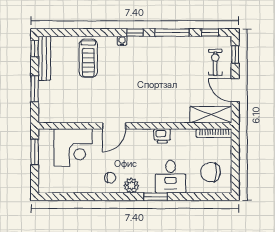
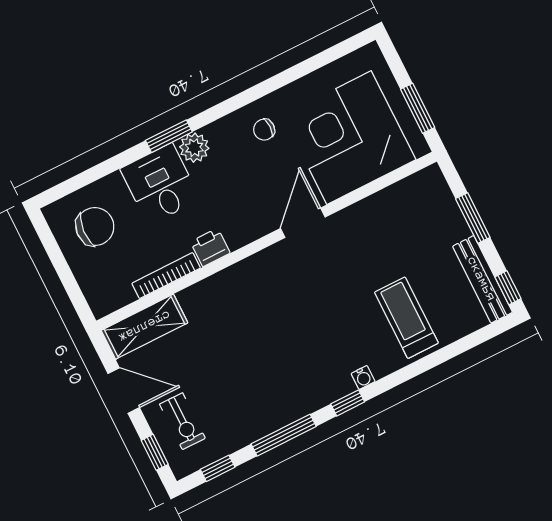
bookcase: (214, 133) -> (166, 276), moved
corner desk: (73, 148) -> (349, 138), width x1.36, depth x1.36
plant: (131, 186) -> (194, 148), moved

